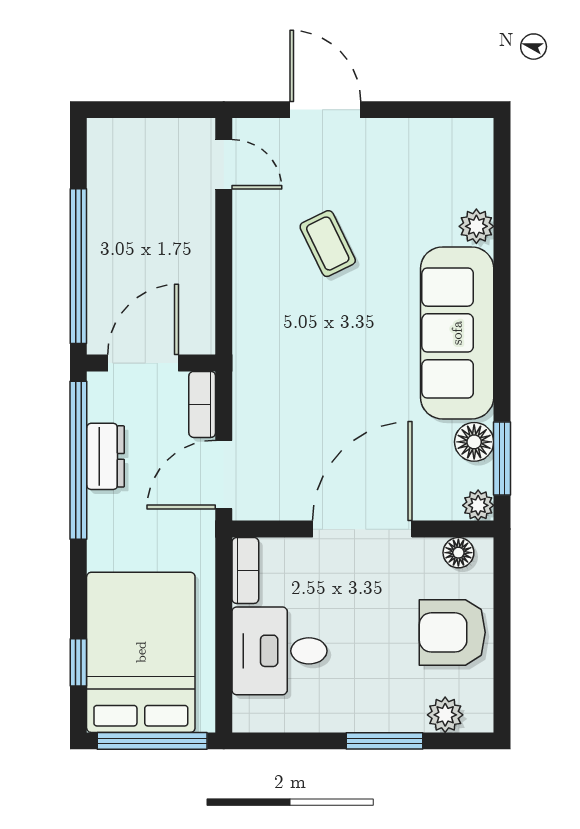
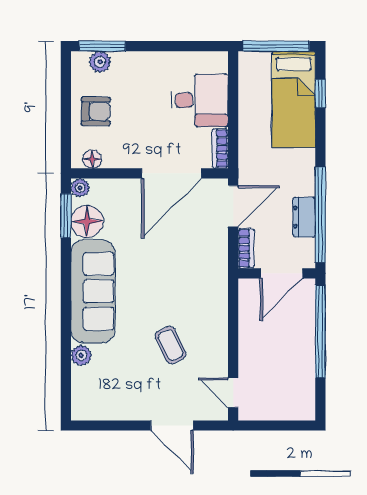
floor lamp: (474, 442) -> (87, 221), width x1.38, depth x1.38
door: (362, 529) -> (172, 173), moved
armchair: (452, 632) -> (96, 111), width x0.72, depth x0.72
bed: (141, 652) -> (294, 99), width x0.67
window: (384, 741) -> (102, 46), moved

